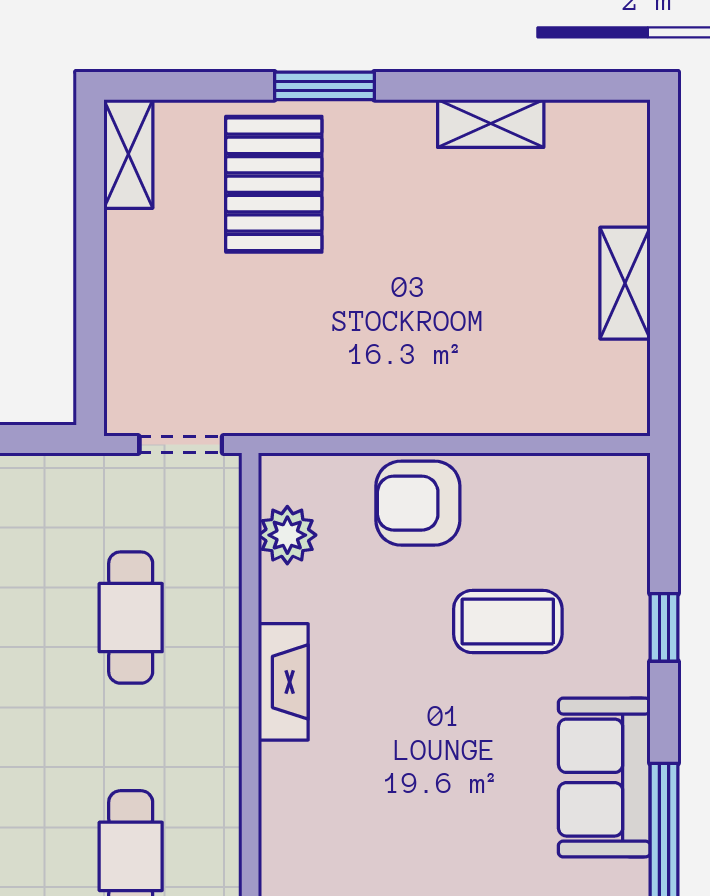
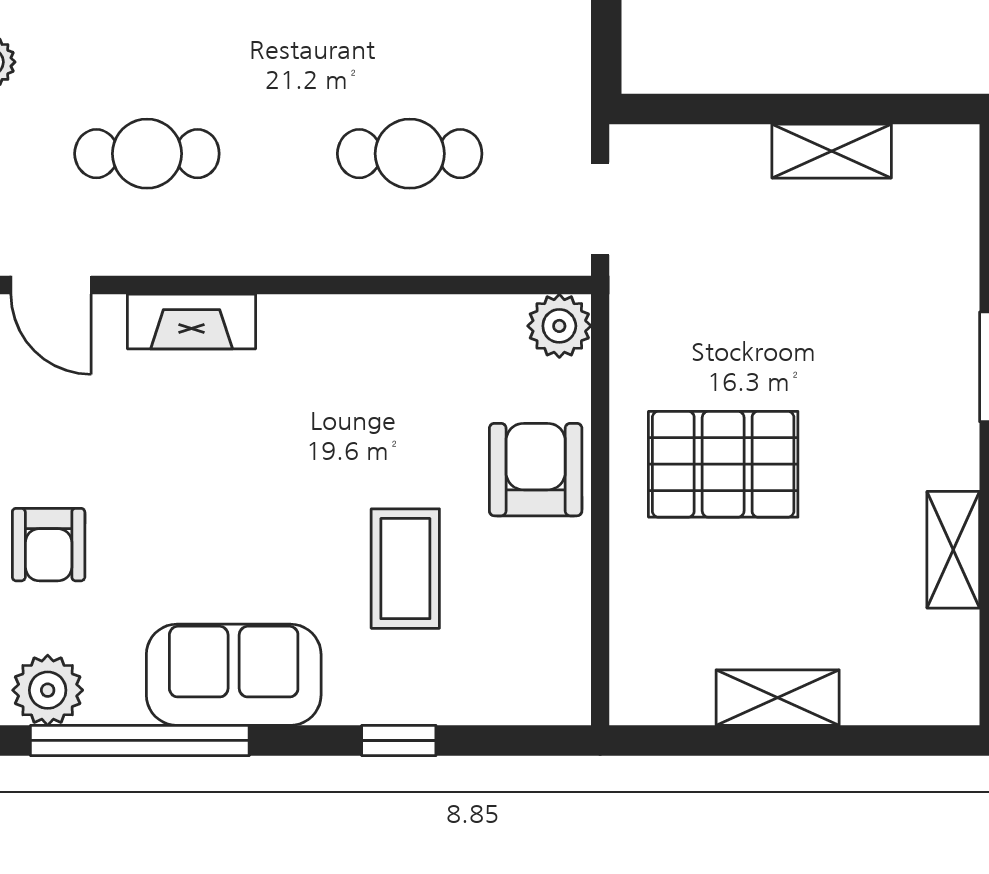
shelving: (128, 154) -> (832, 151), moved
pallet: (274, 184) -> (723, 464), moved
plant: (287, 535) -> (559, 326), moved
fireplace: (283, 682) -> (192, 322), moved

